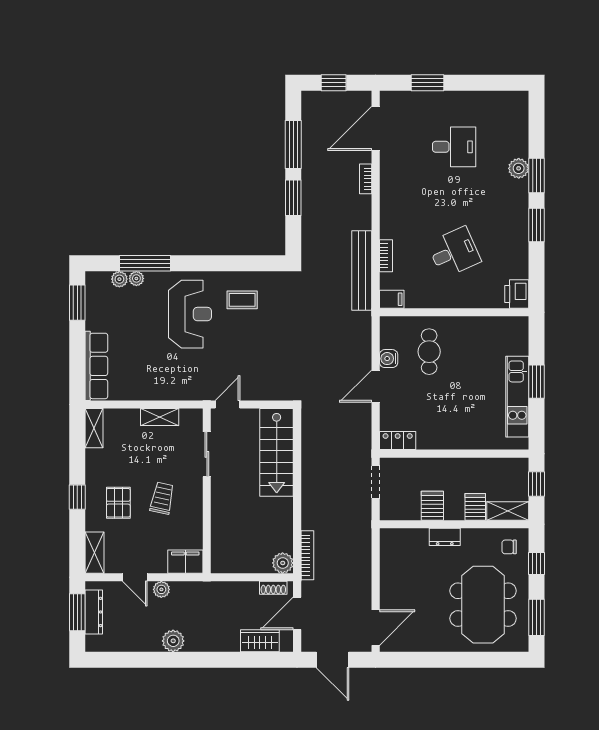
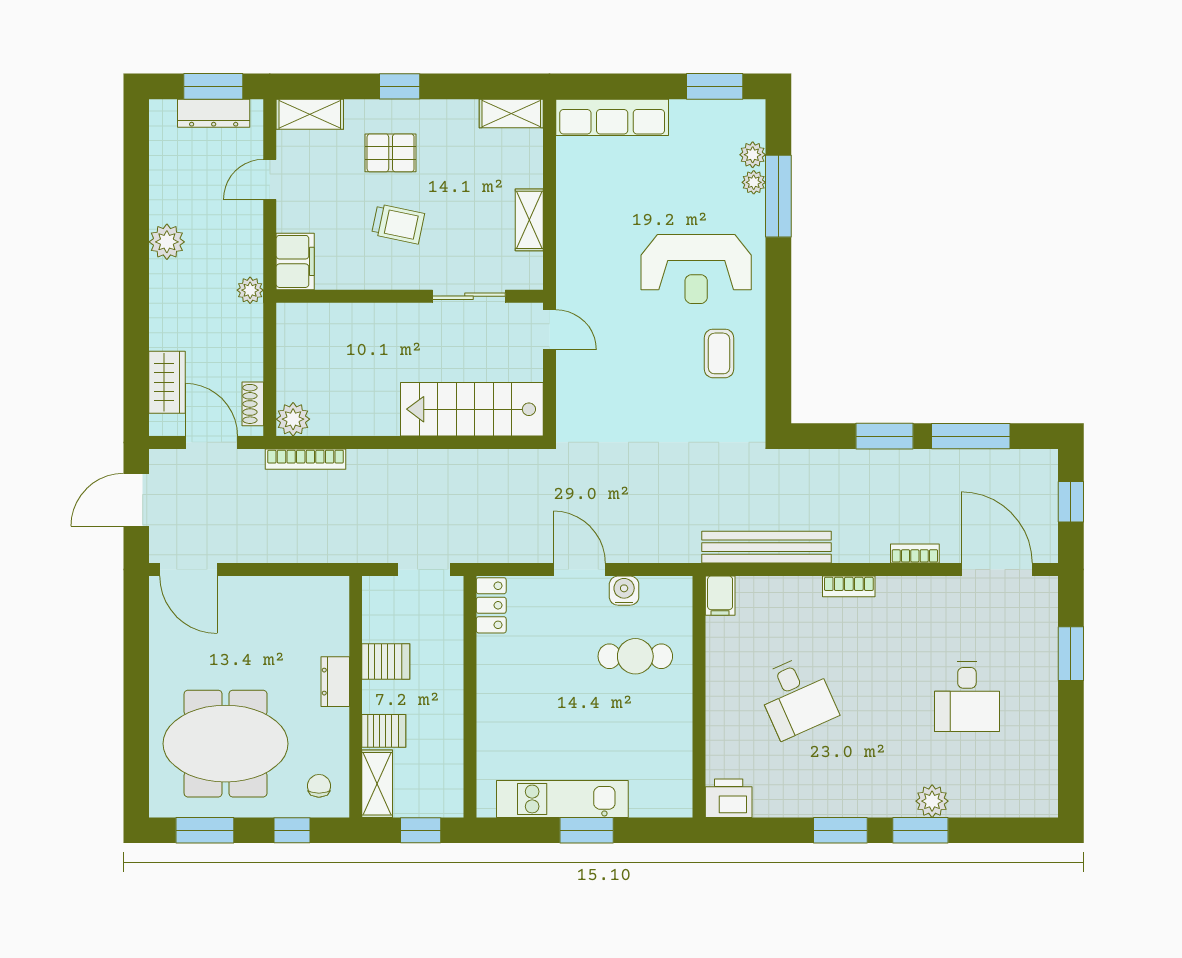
bookcase: (386, 256) -> (849, 586), moved
plant: (161, 589) -> (250, 290), moved

